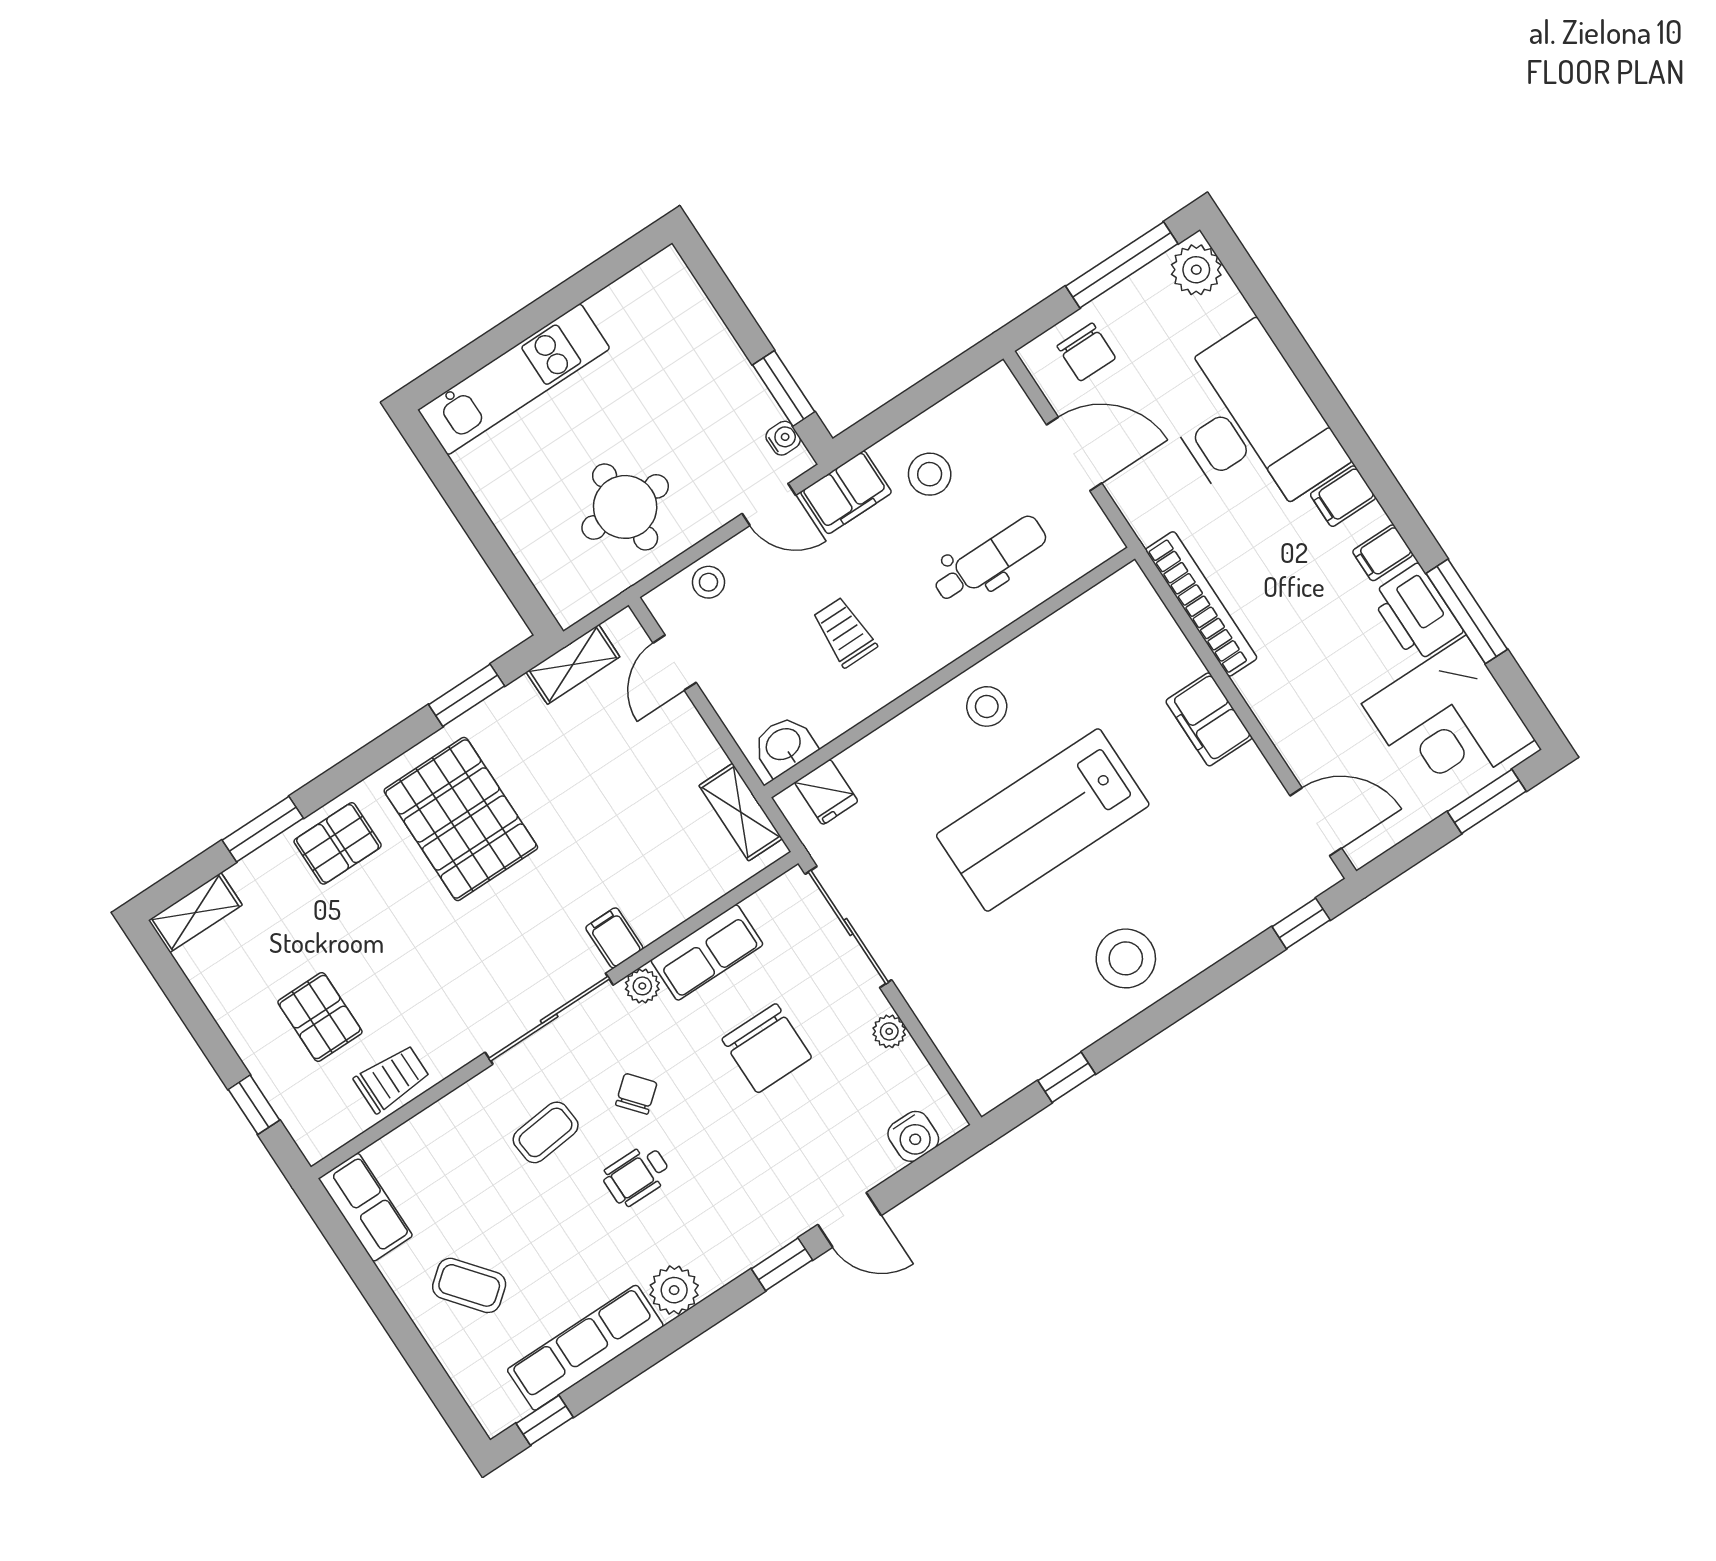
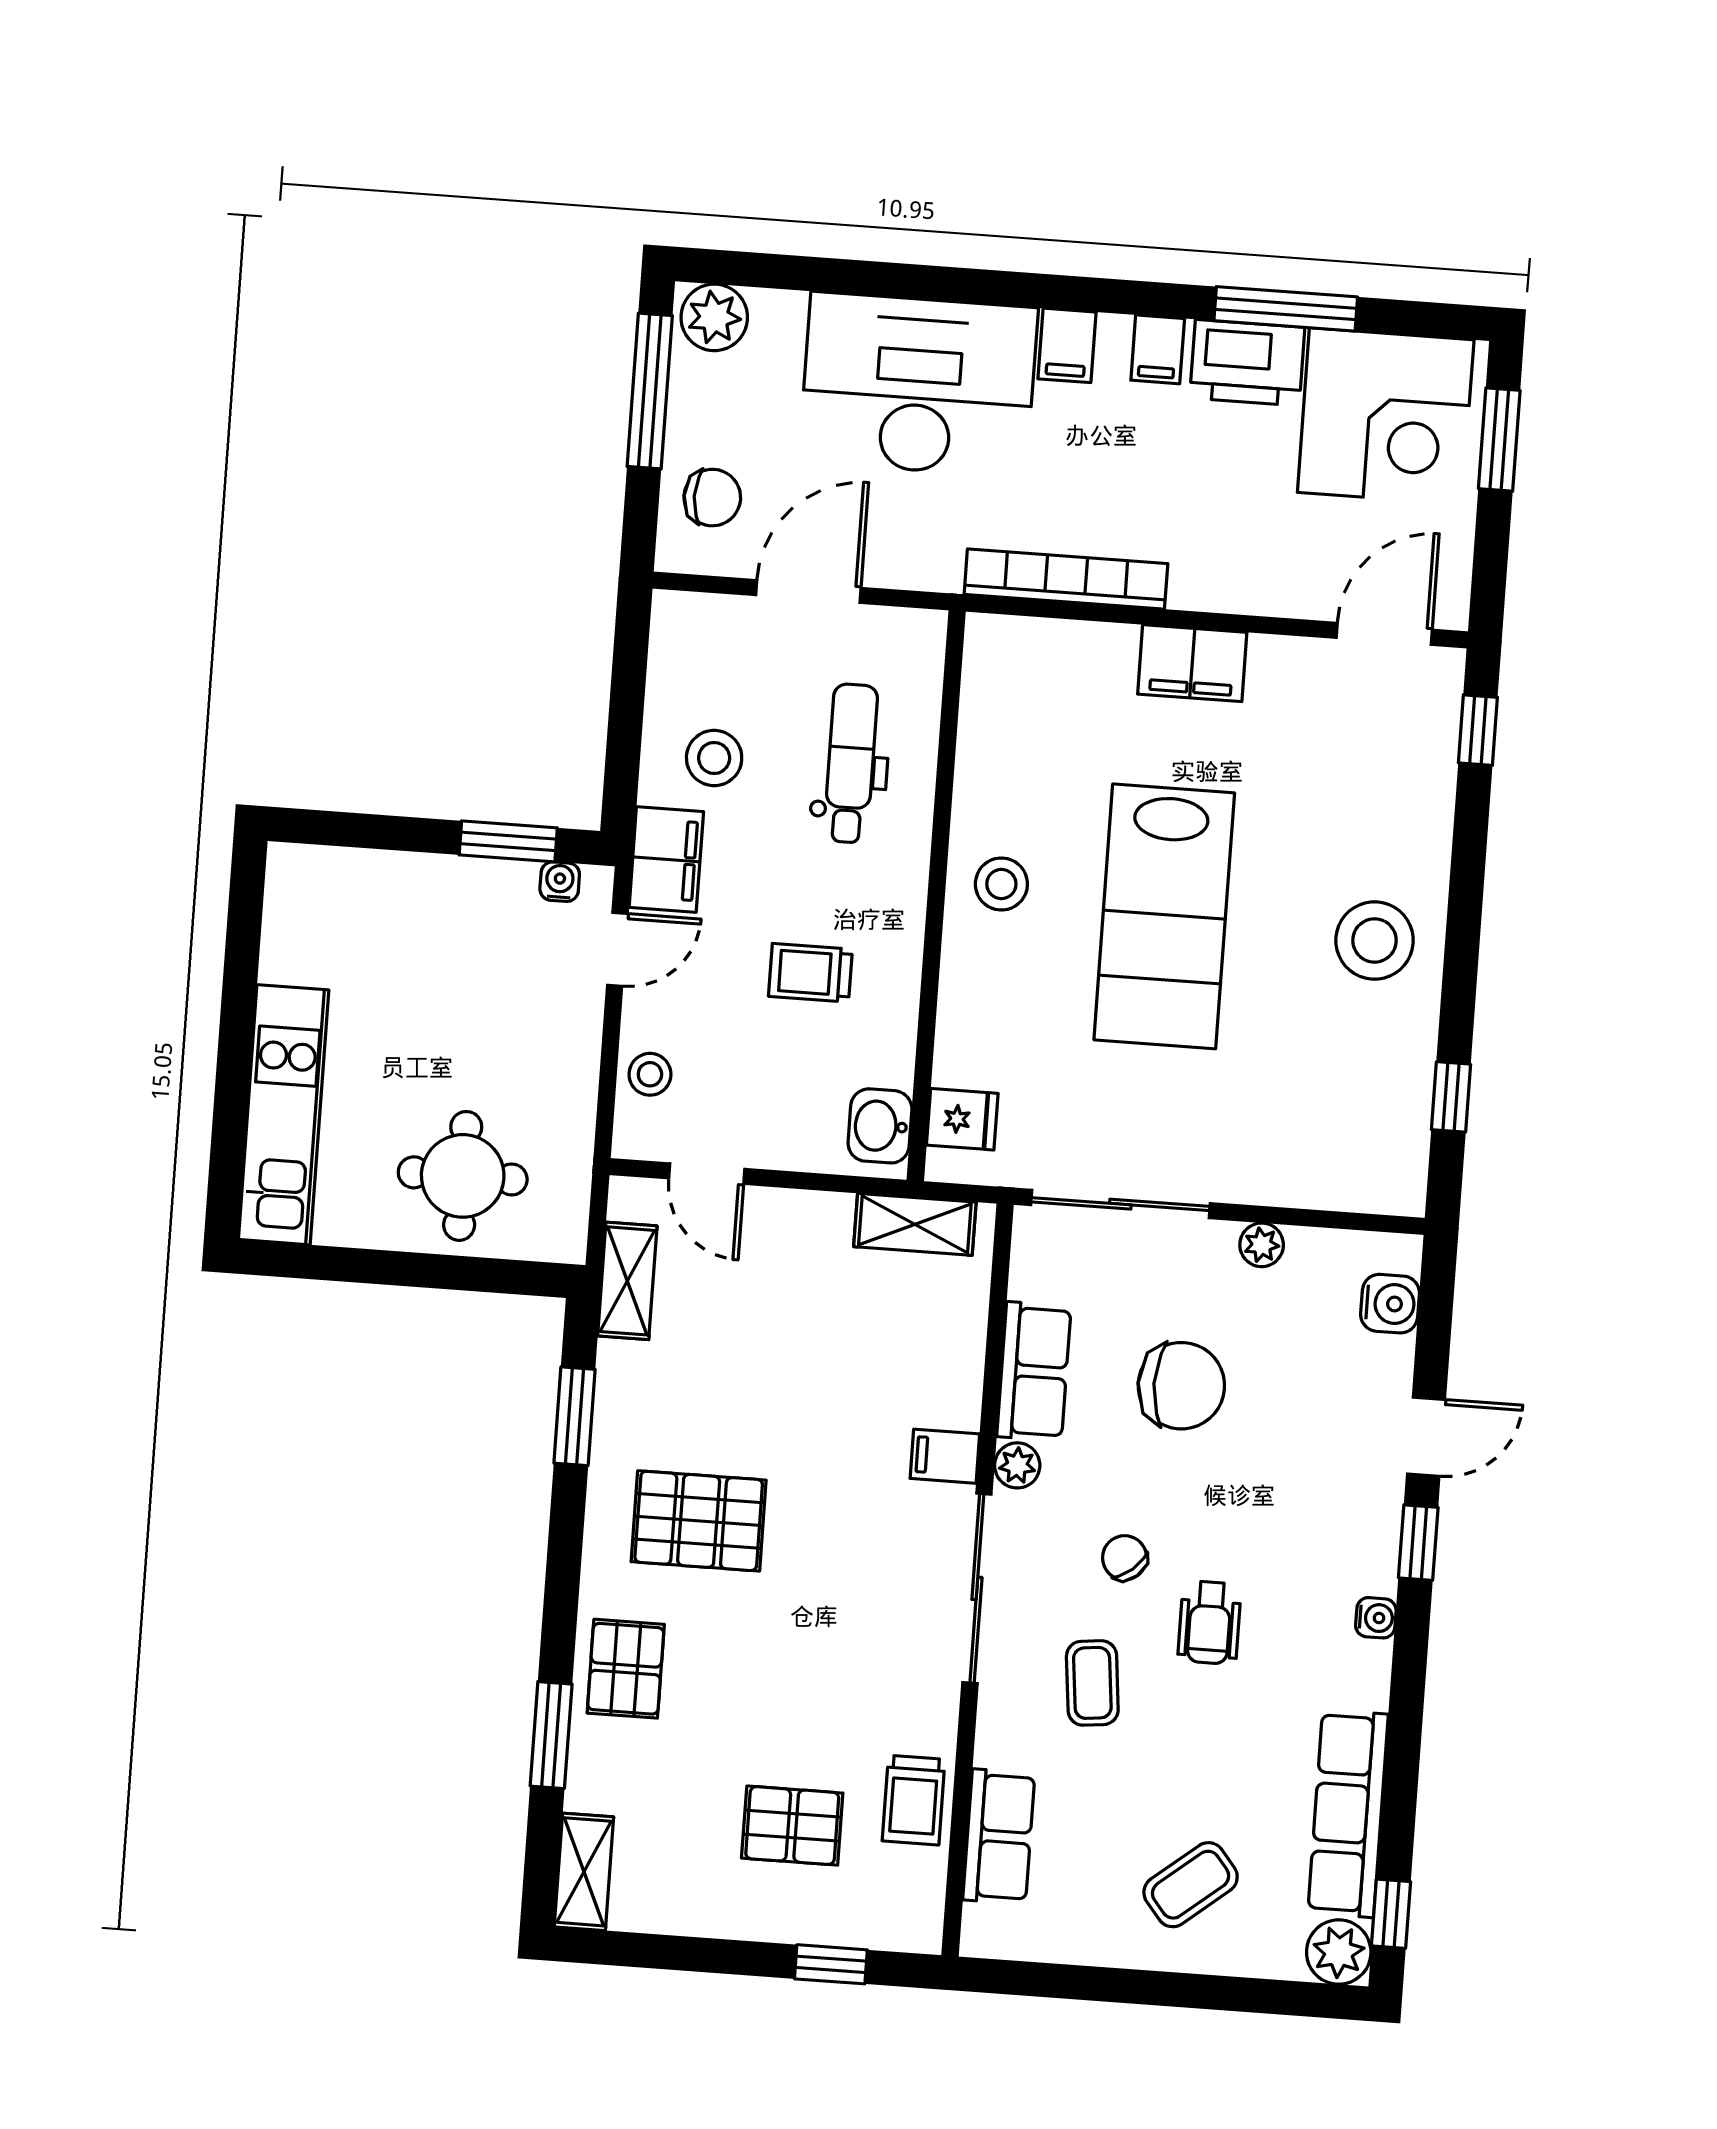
round table: (625, 507) -> (463, 1176), moved
pallet: (461, 819) -> (699, 1521), width x0.73, depth x0.71
trolley: (392, 1079) -> (914, 1800), turned 180
row of seats: (366, 1207) -> (999, 1836), moved, turned 90
water cooler: (717, 1274) -> (1376, 1618), added
plant: (674, 1290) -> (1339, 1952), moved

